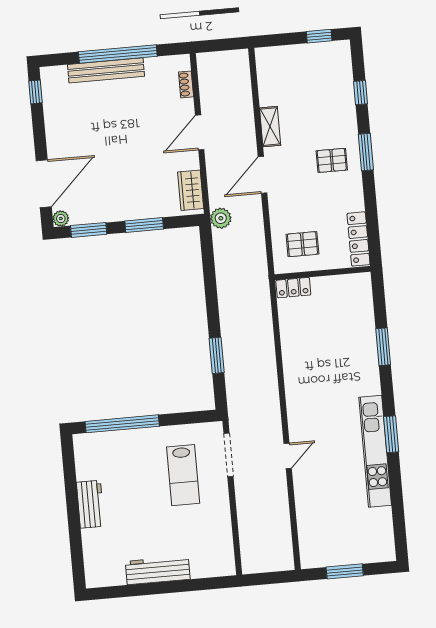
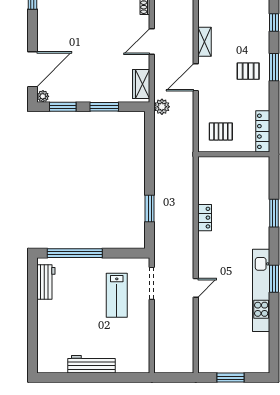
locker: (293, 288) -> (205, 218), moved, turned -90
workbench: (90, 504) -> (46, 282), moved

